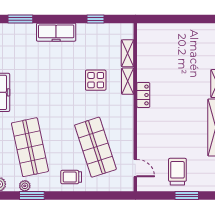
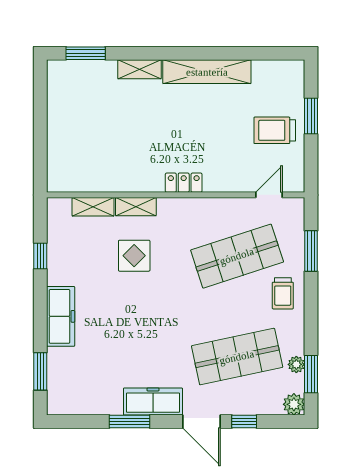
locker: (143, 95) -> (184, 183), moved
window: (32, 195) -> (311, 374), moved
window: (99, 195) -> (311, 251), added

